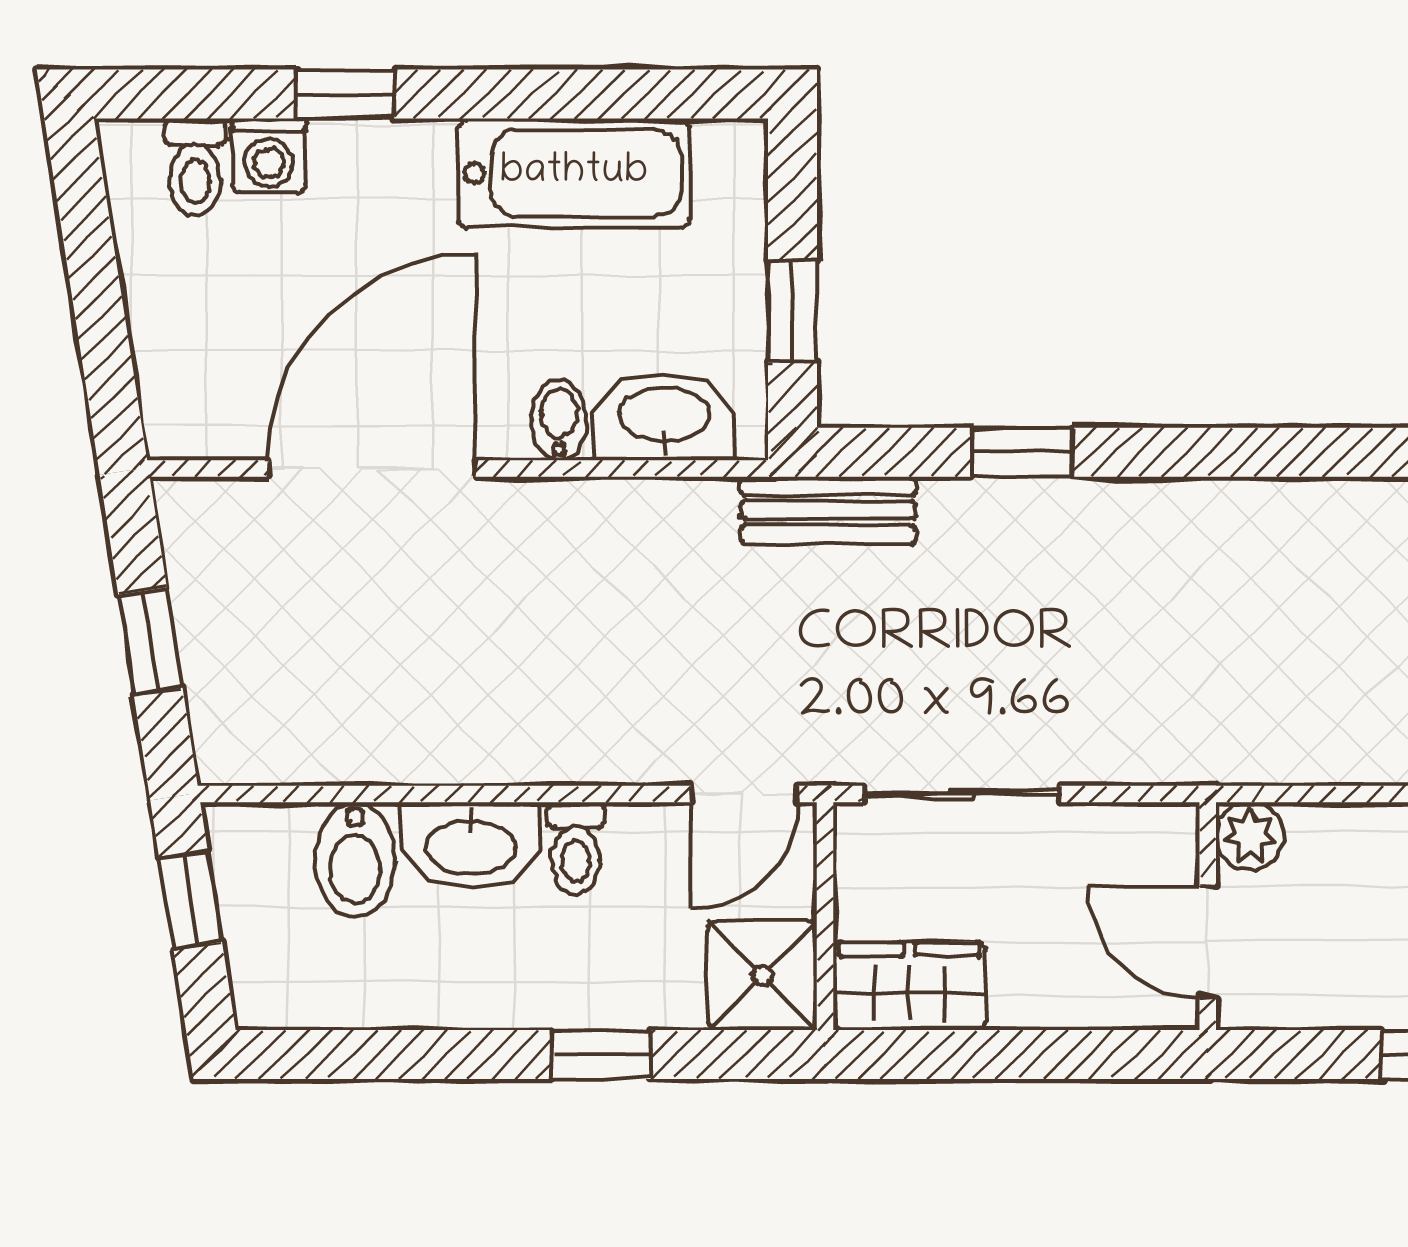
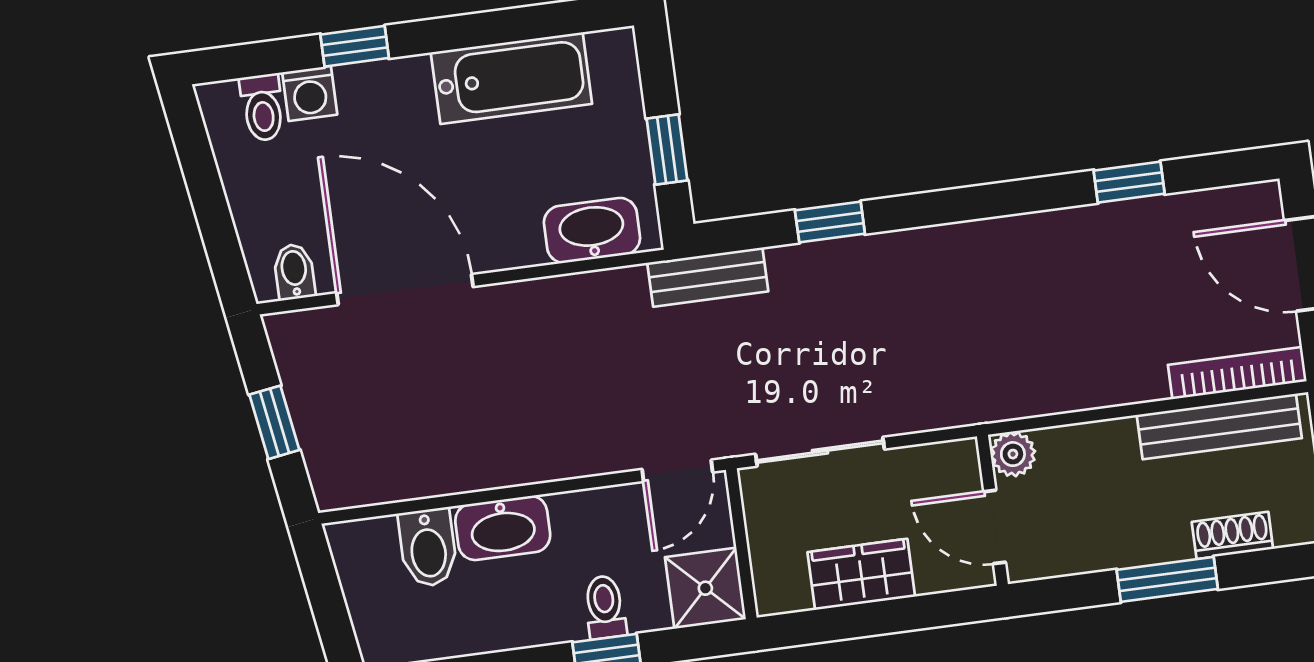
bidet: (559, 420) -> (294, 272), moved
door: (372, 469) -> (405, 290), hinge flipped
toilet: (576, 849) -> (605, 607), moved, turned 180
window: (191, 900) -> (324, 589), removed
wardrobe: (909, 986) -> (861, 574), moved

